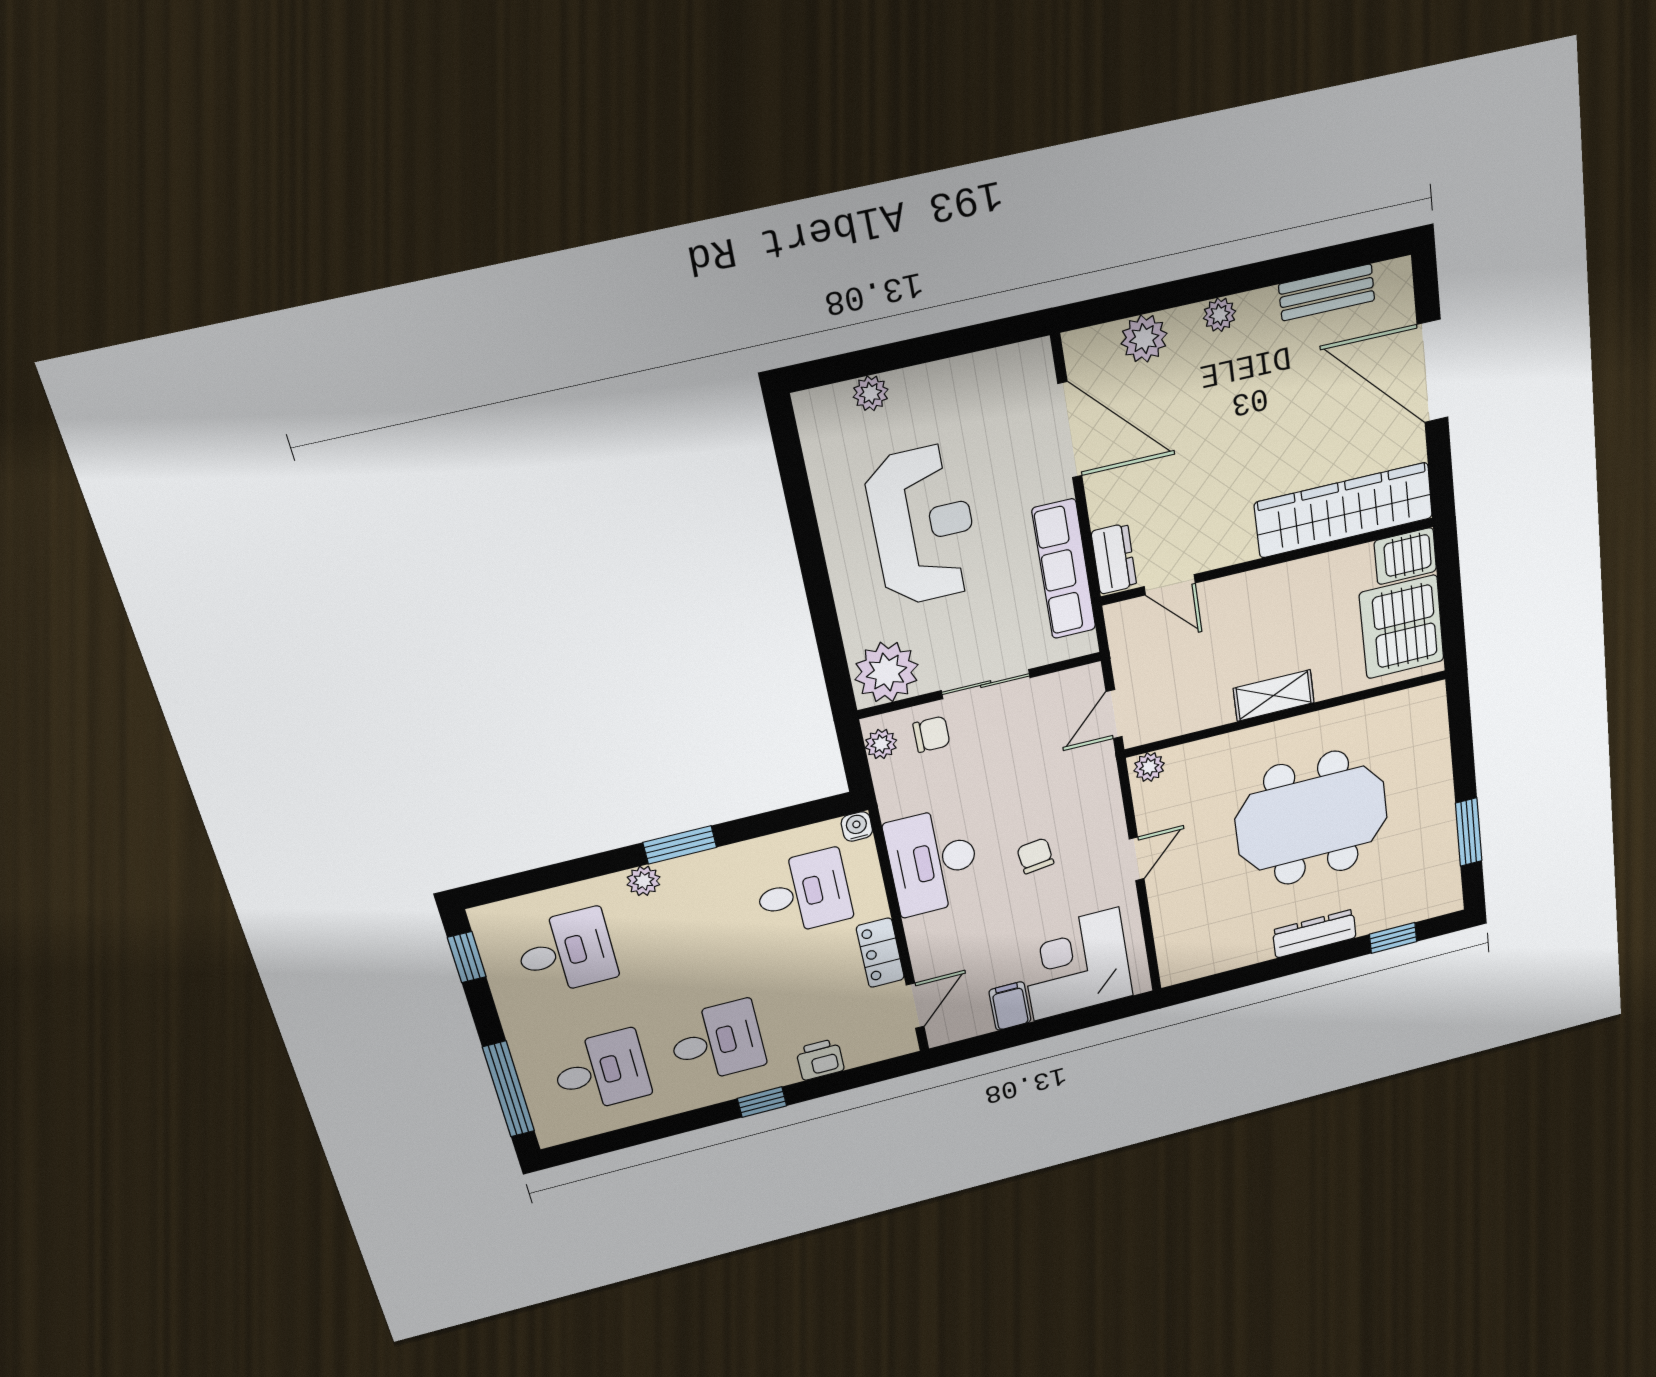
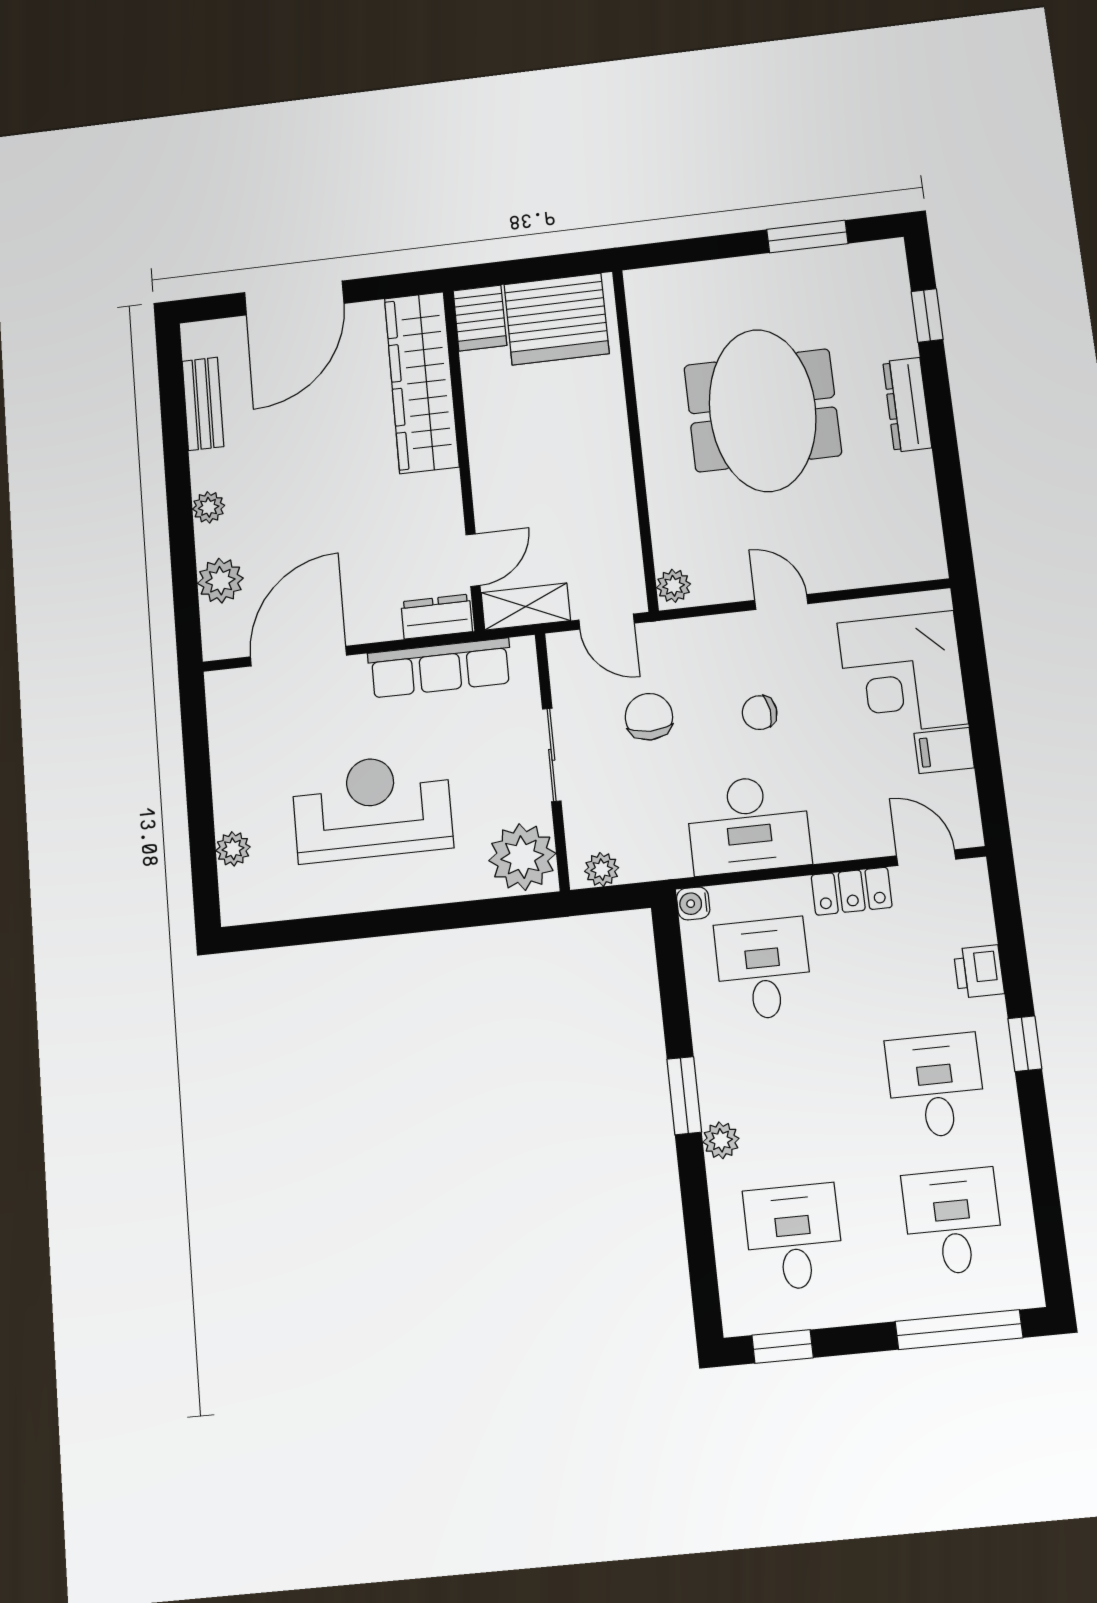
shelving: (1274, 695) -> (526, 607), moved, turned 90
chair: (931, 734) -> (649, 717), moved, width x1.37, depth x1.37

